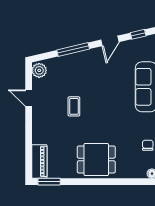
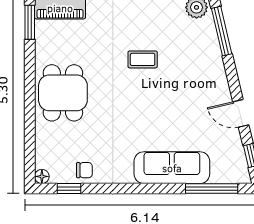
window: (73, 49) -> (222, 31), moved

